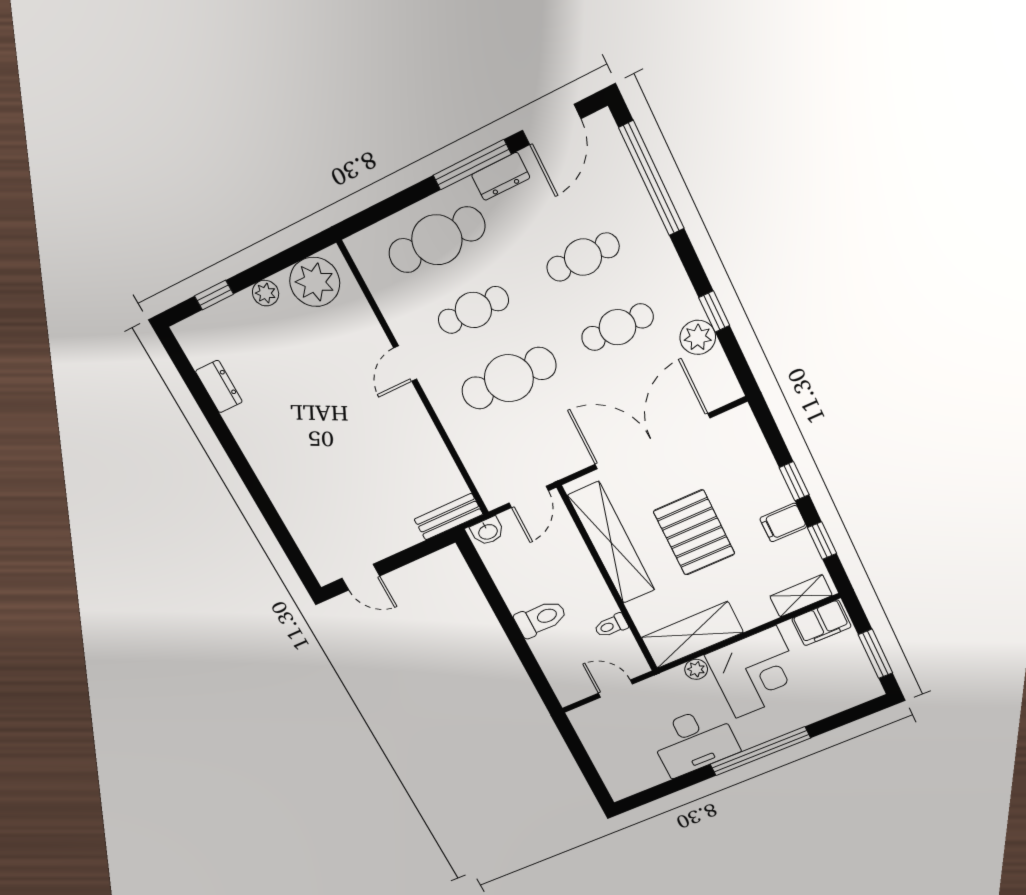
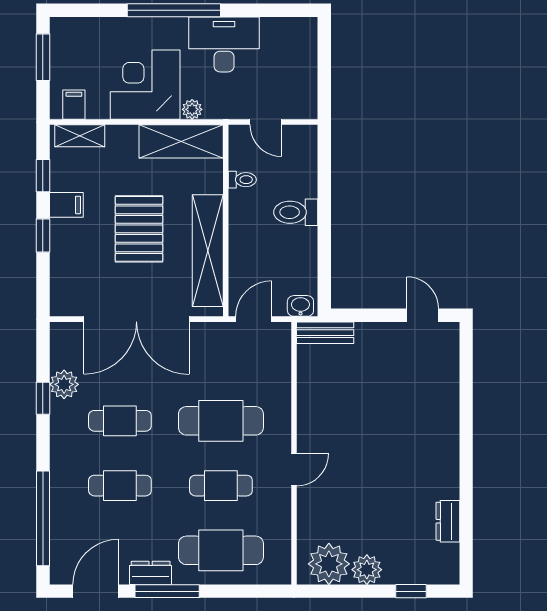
plant: (266, 293) -> (367, 570), width x1.38, depth x1.38
filing cabinet: (821, 623) -> (74, 105), width x0.50

